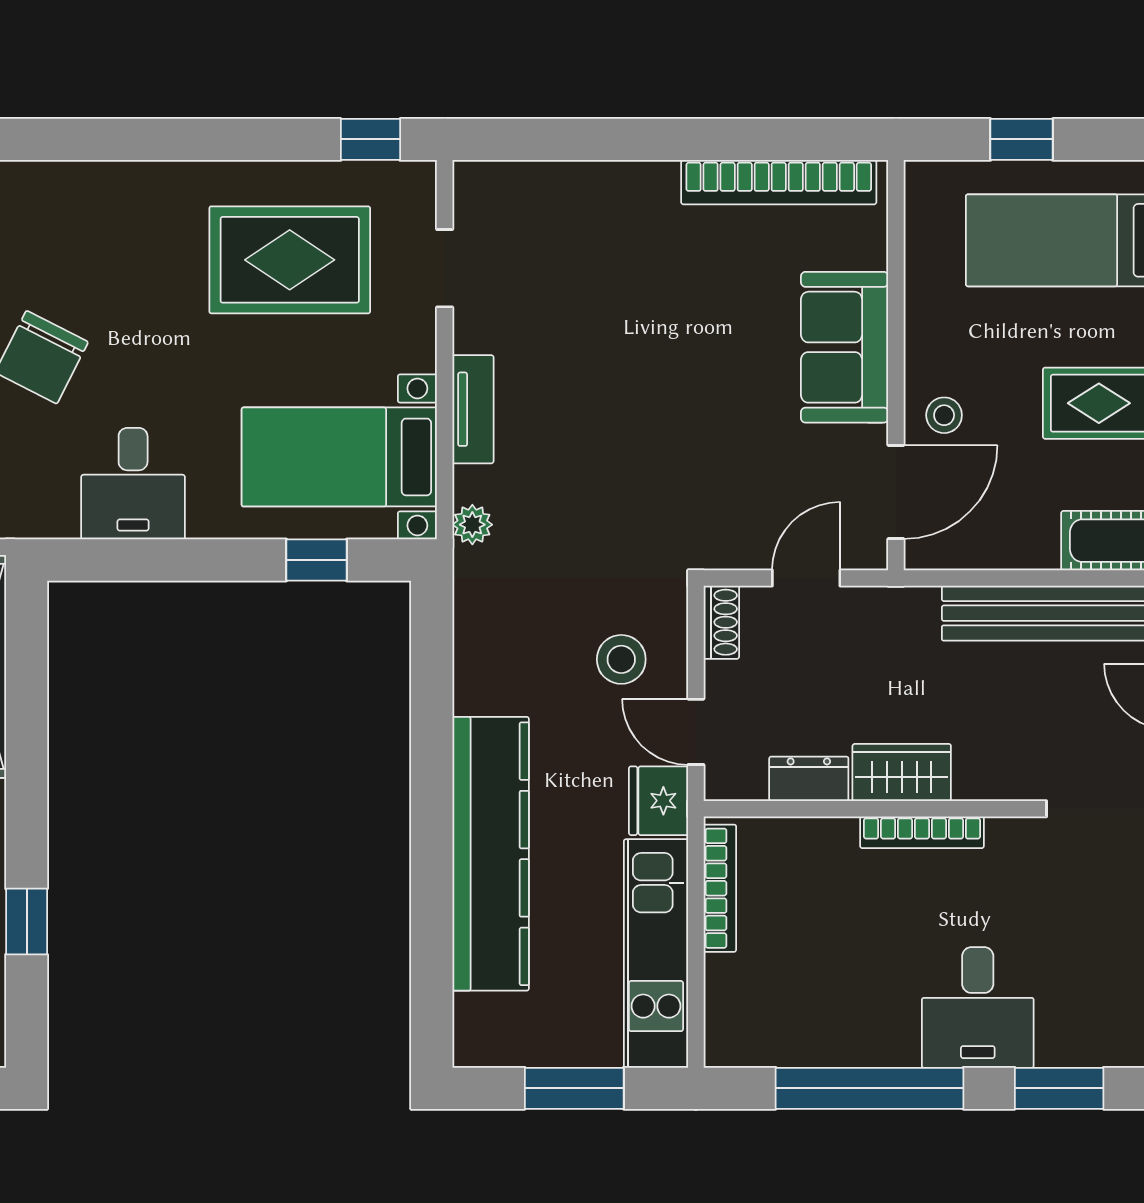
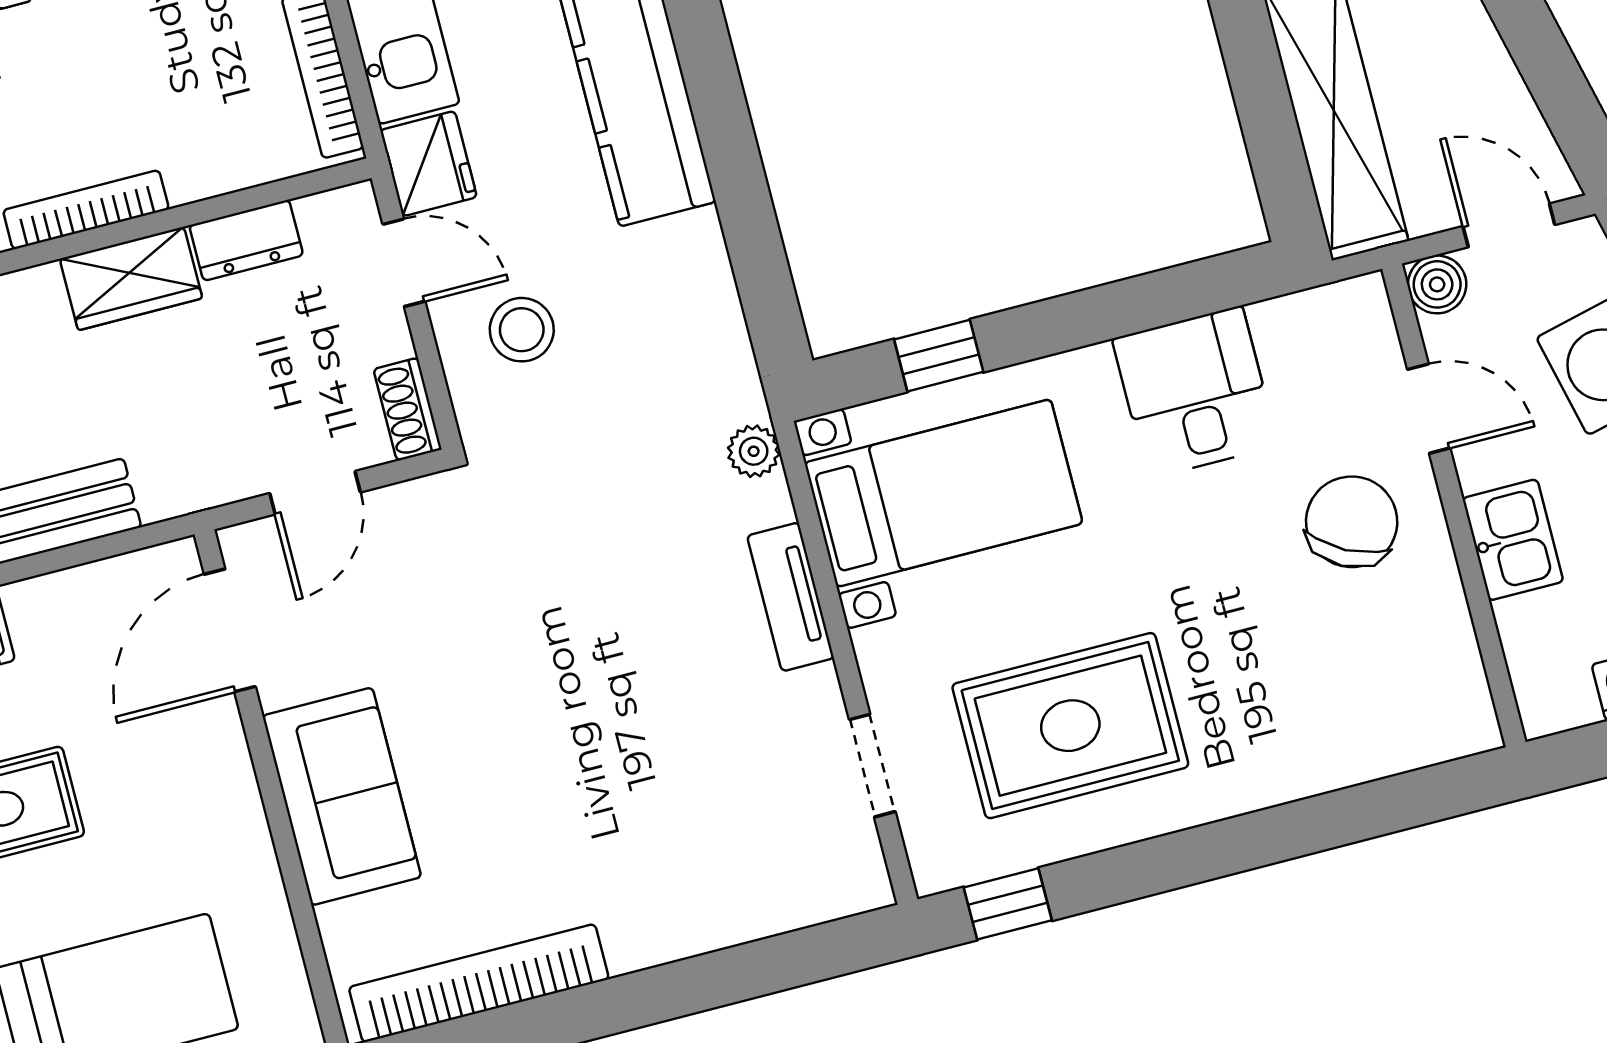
stool: (944, 415) -> (194, 743), removed

